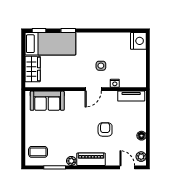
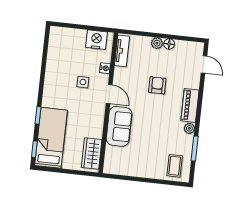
nightstand: (138, 41) -> (96, 40), moved
wardrobe: (33, 69) -> (92, 153), moved, turned -90
sofa: (47, 101) -> (119, 126), moved
armchair: (105, 129) -> (157, 85), turned 90
plant: (141, 157) -> (157, 43), moved
door: (127, 167) -> (204, 64), swing flipped

